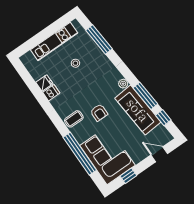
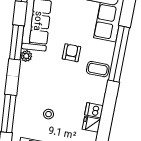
window: (145, 96) -> (17, 42), moved
window: (80, 154) -> (119, 54), moved

